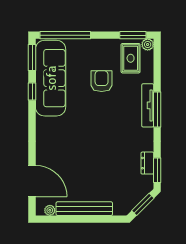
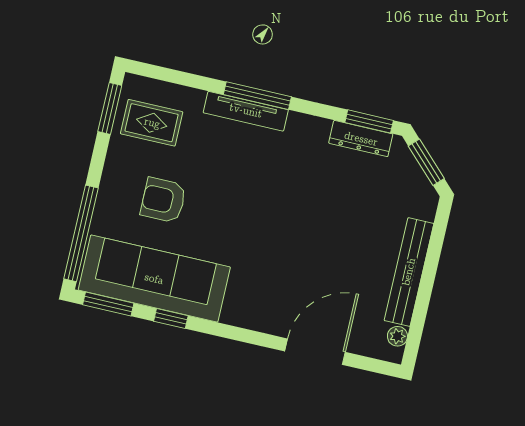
plant: (148, 44) -> (134, 85), removed
armchair: (102, 81) -> (163, 200), moved
dresser: (147, 163) -> (361, 139), width x1.44
door: (32, 181) -> (315, 352), moved

